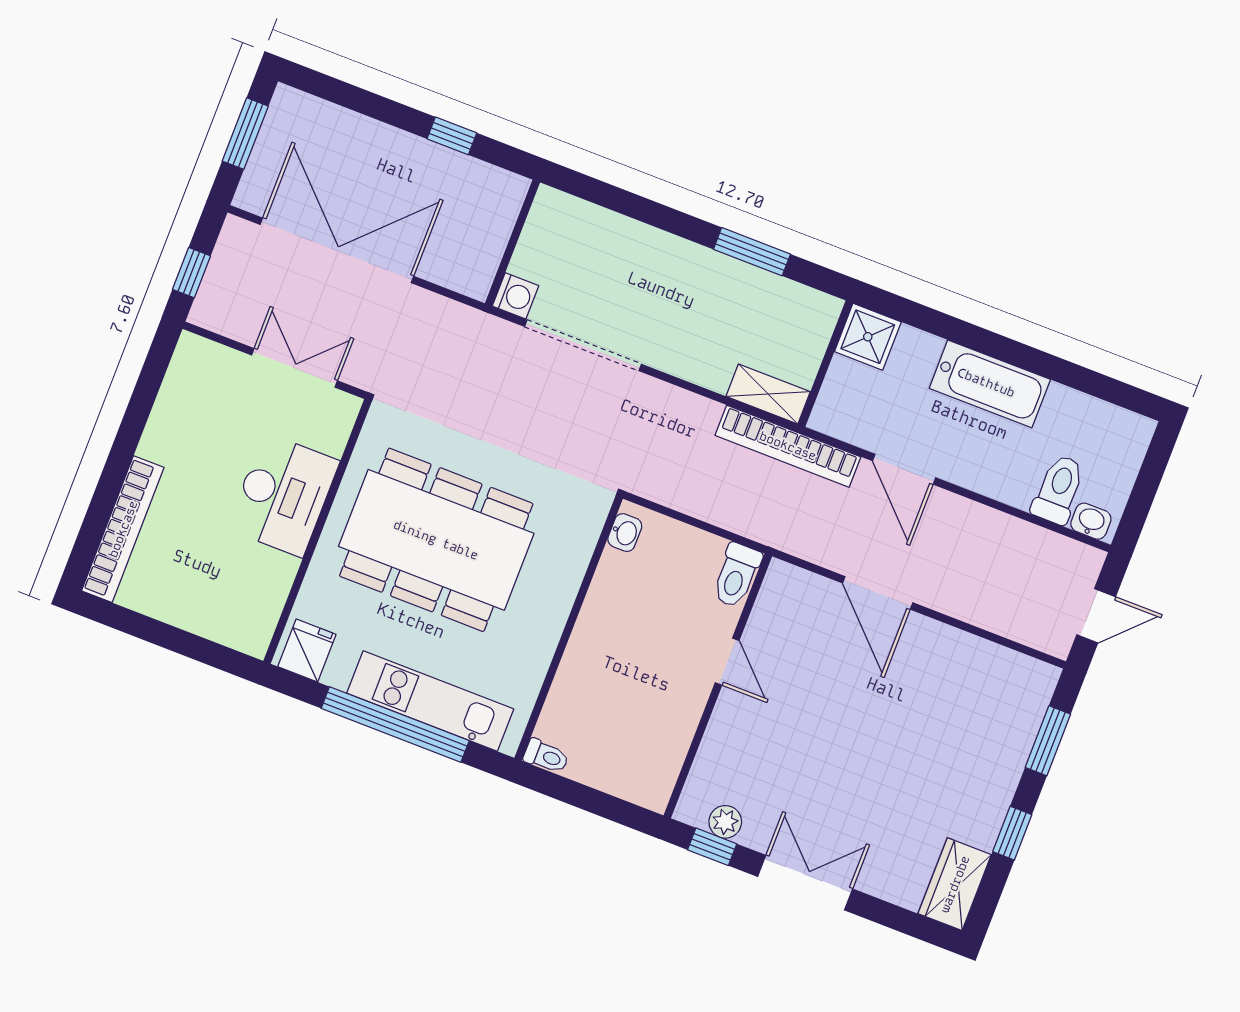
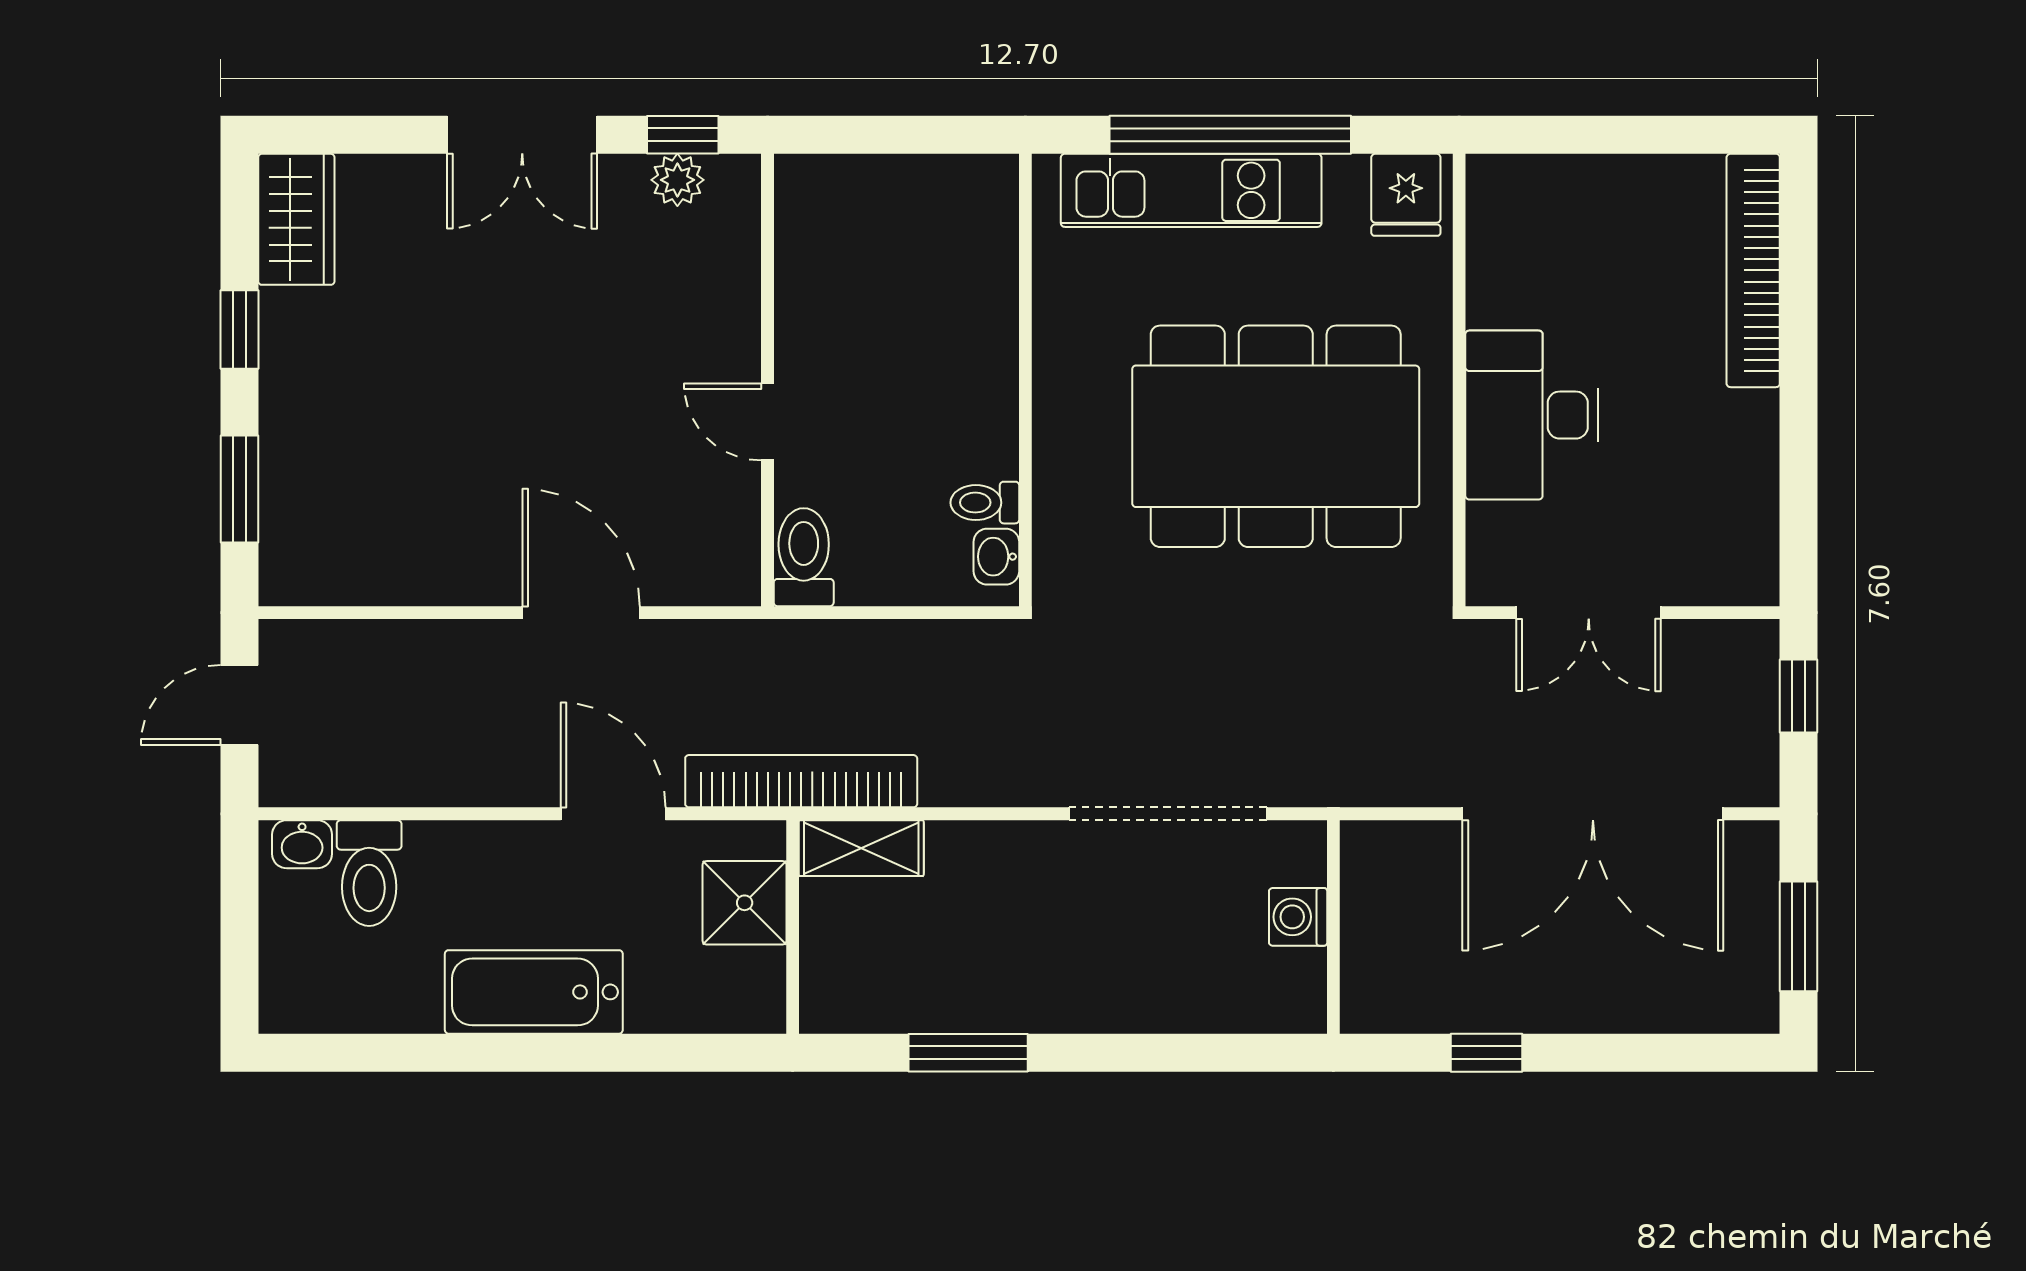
washing machine: (515, 296) -> (1298, 917), moved
shower: (868, 337) -> (745, 903), moved
toilet: (546, 756) -> (985, 503), moved

